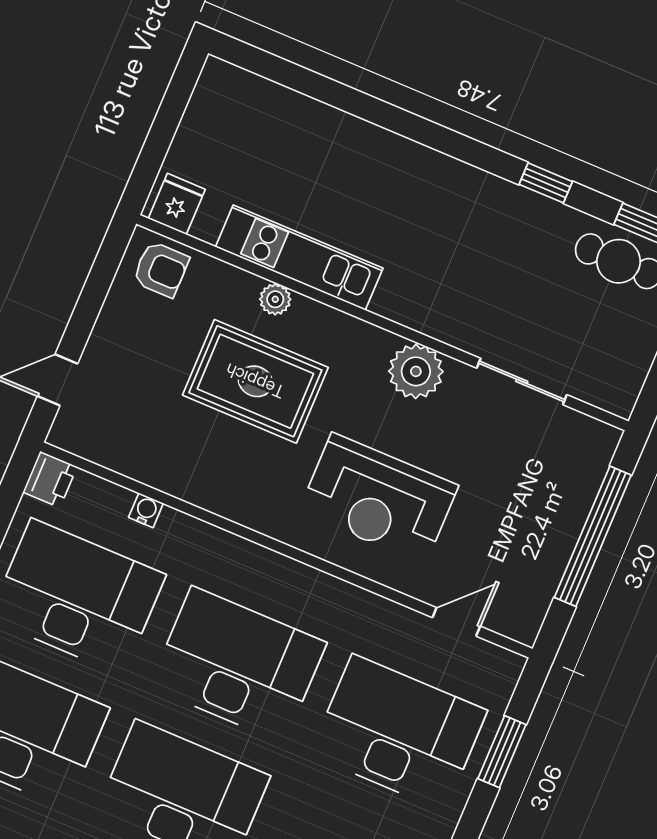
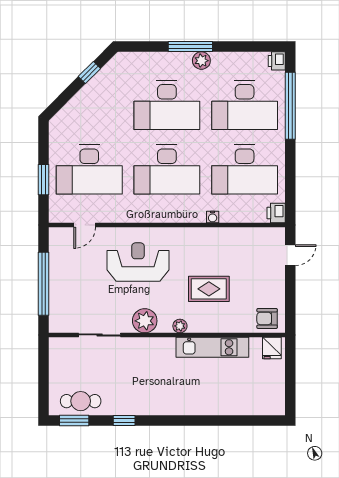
plant: (275, 299) -> (180, 326), moved
rug: (255, 381) -> (209, 289), width x0.73, depth x0.70
water cooler: (146, 510) -> (213, 217), moved

